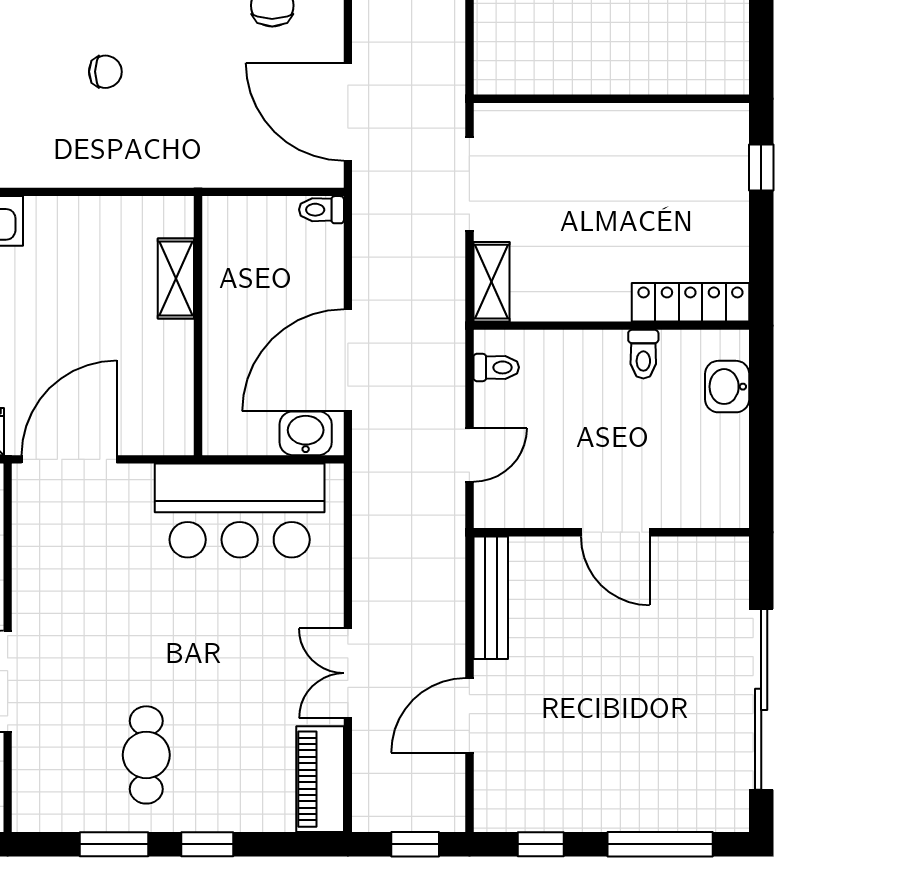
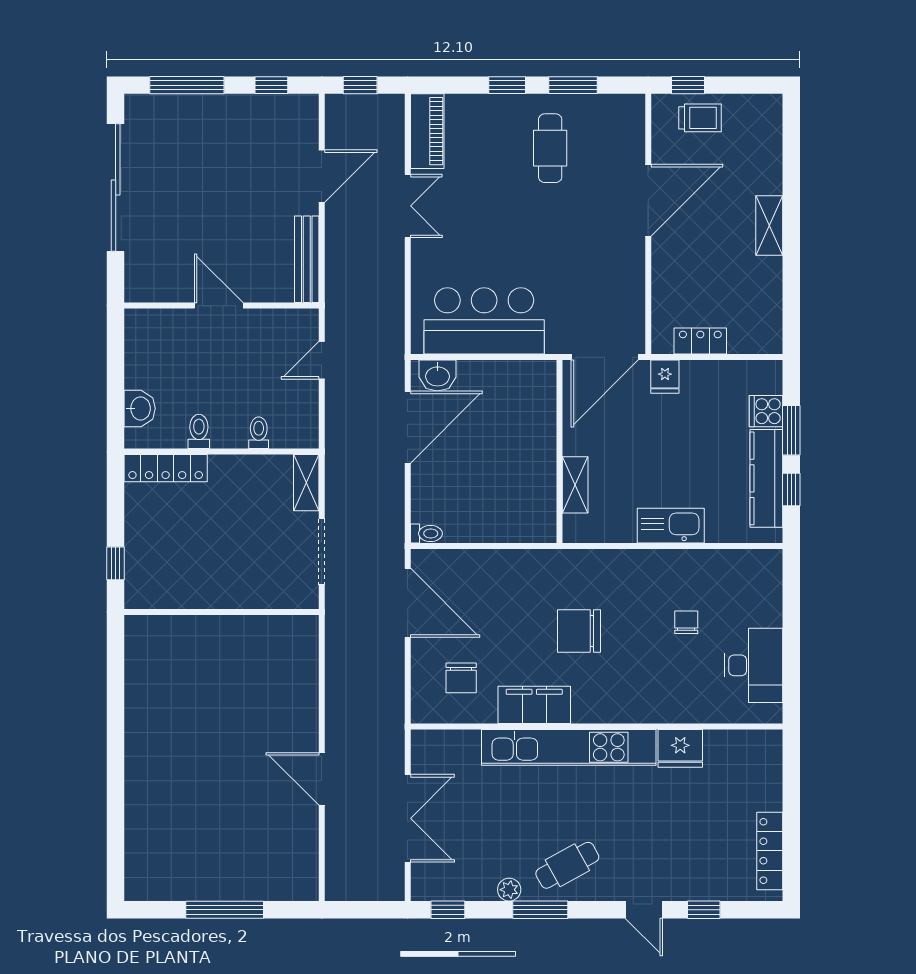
chair: (105, 72) -> (579, 631), width x1.87, depth x1.87
shelving: (176, 279) -> (575, 485), moved
wall: (198, 326) -> (559, 452), moved
toilet: (496, 367) -> (259, 433), moved, turned 90

